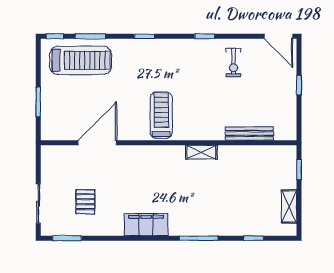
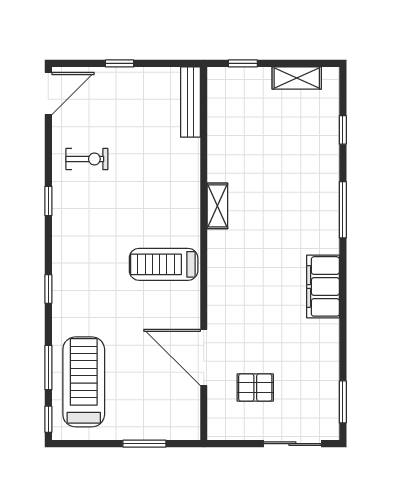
bench: (249, 134) -> (190, 102), moved
pallet: (85, 202) -> (255, 388), moved

